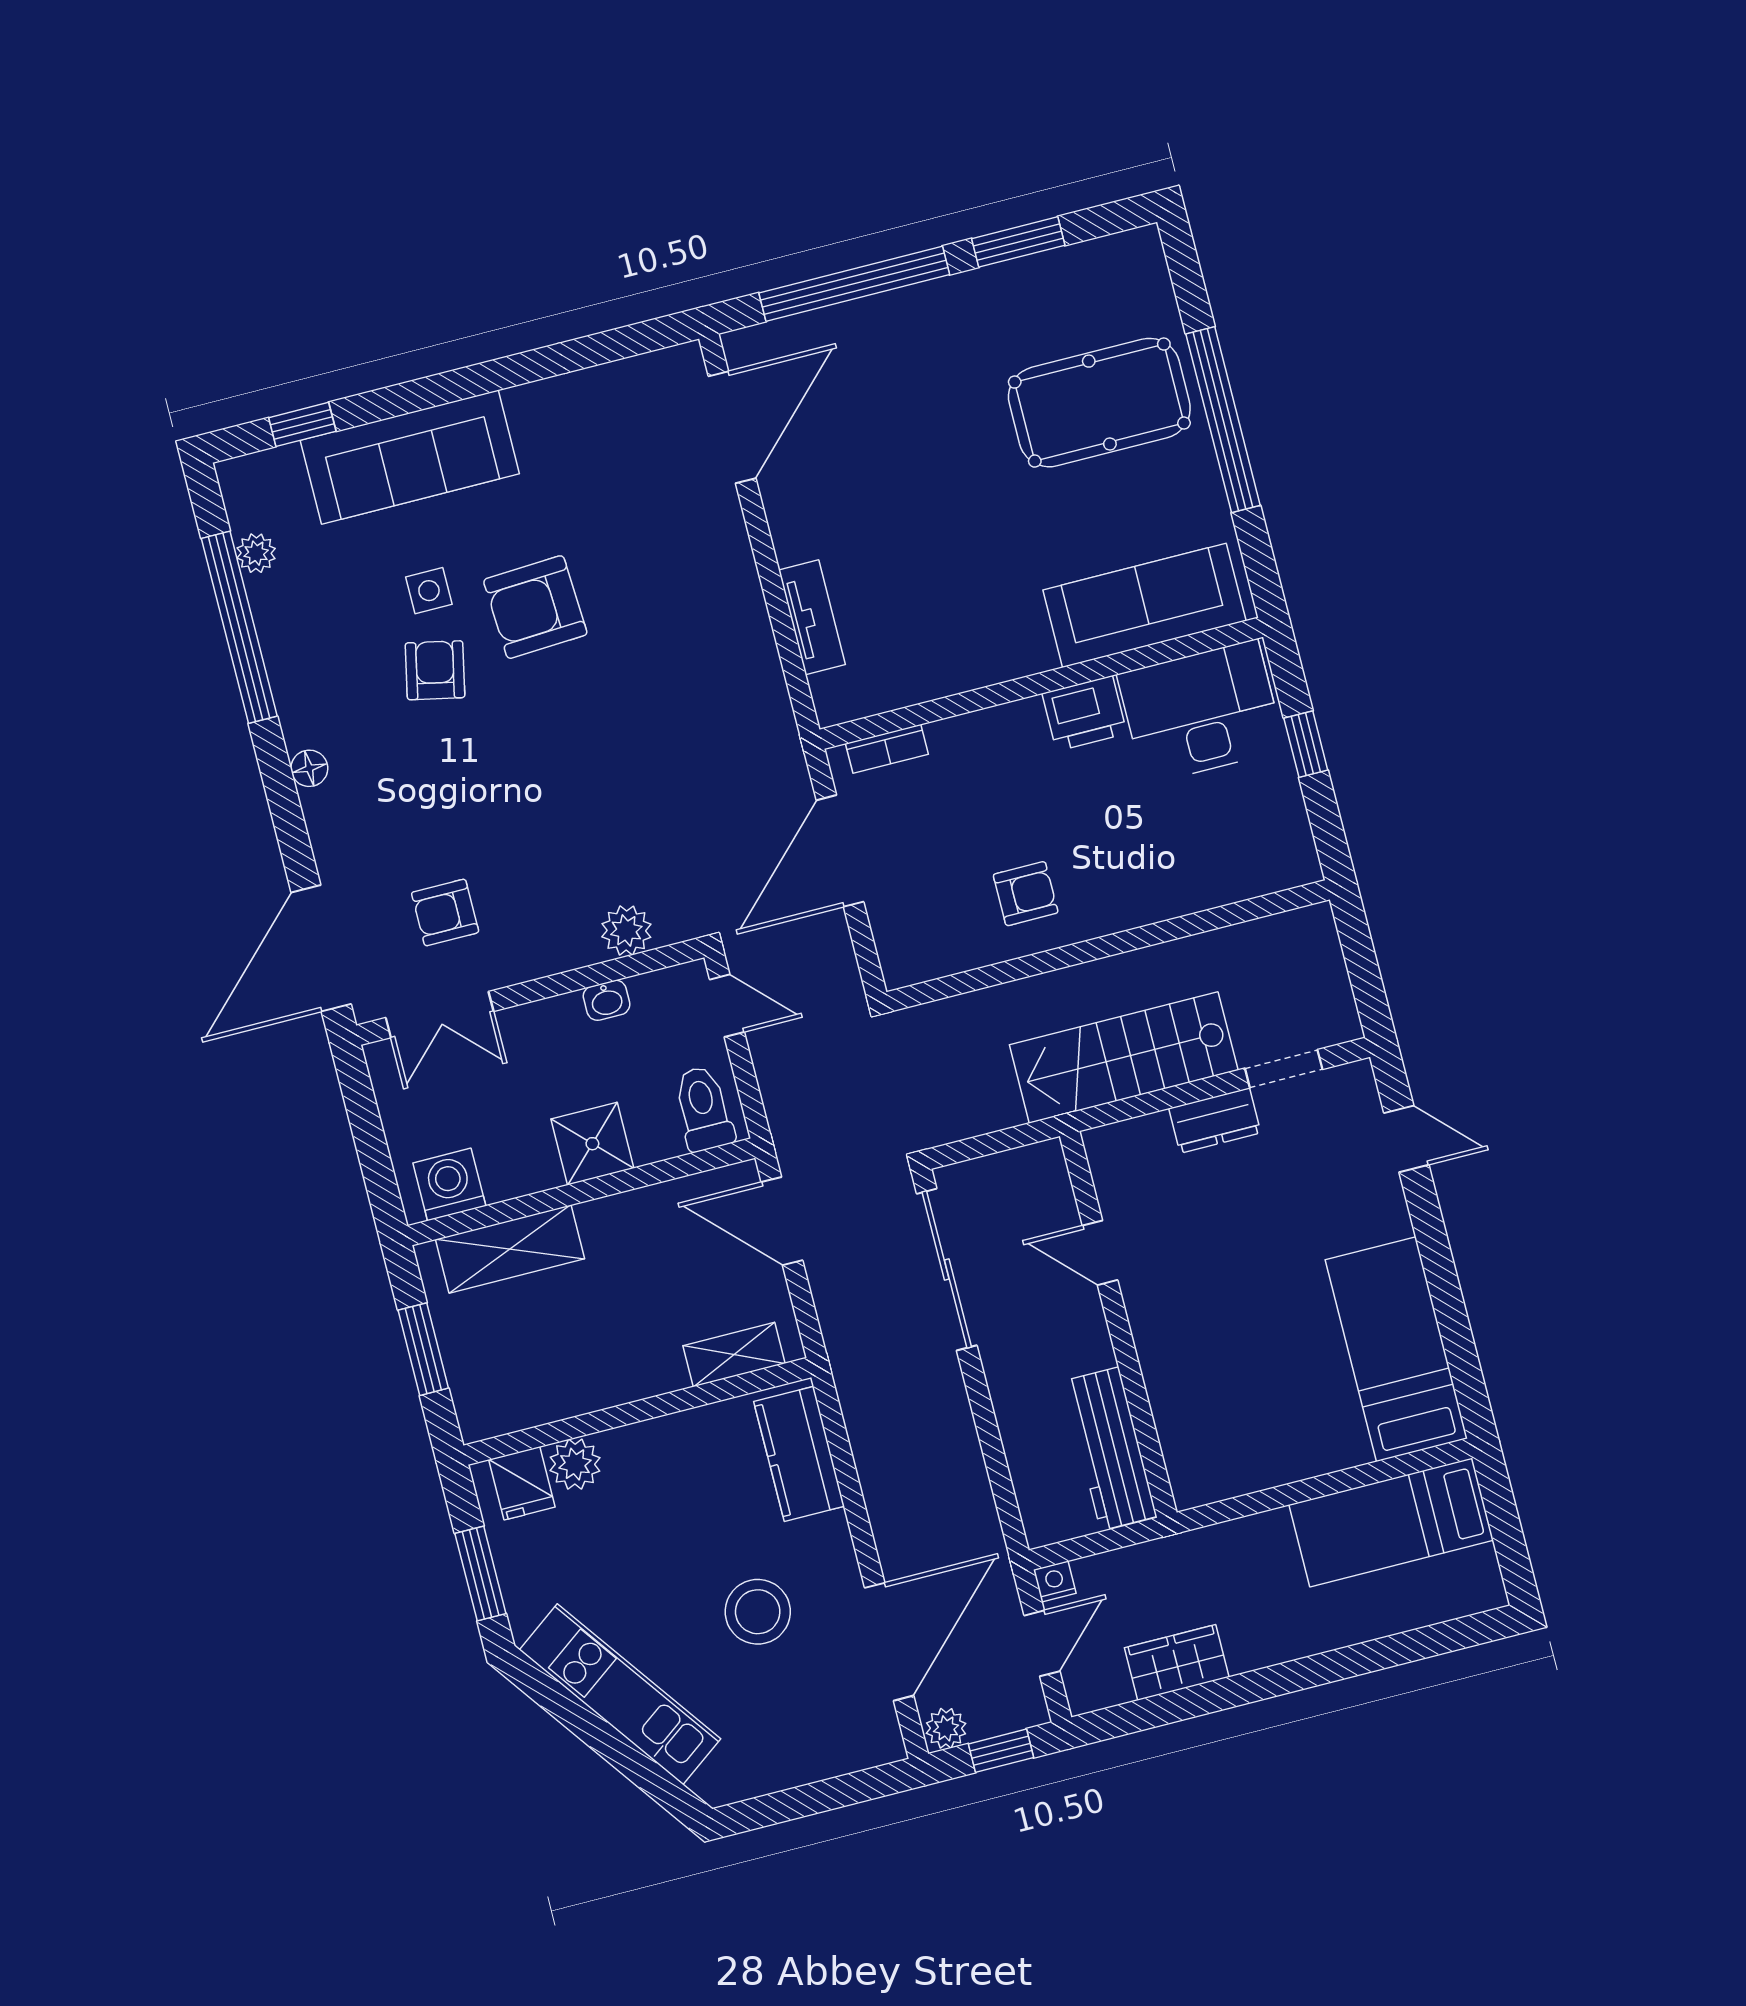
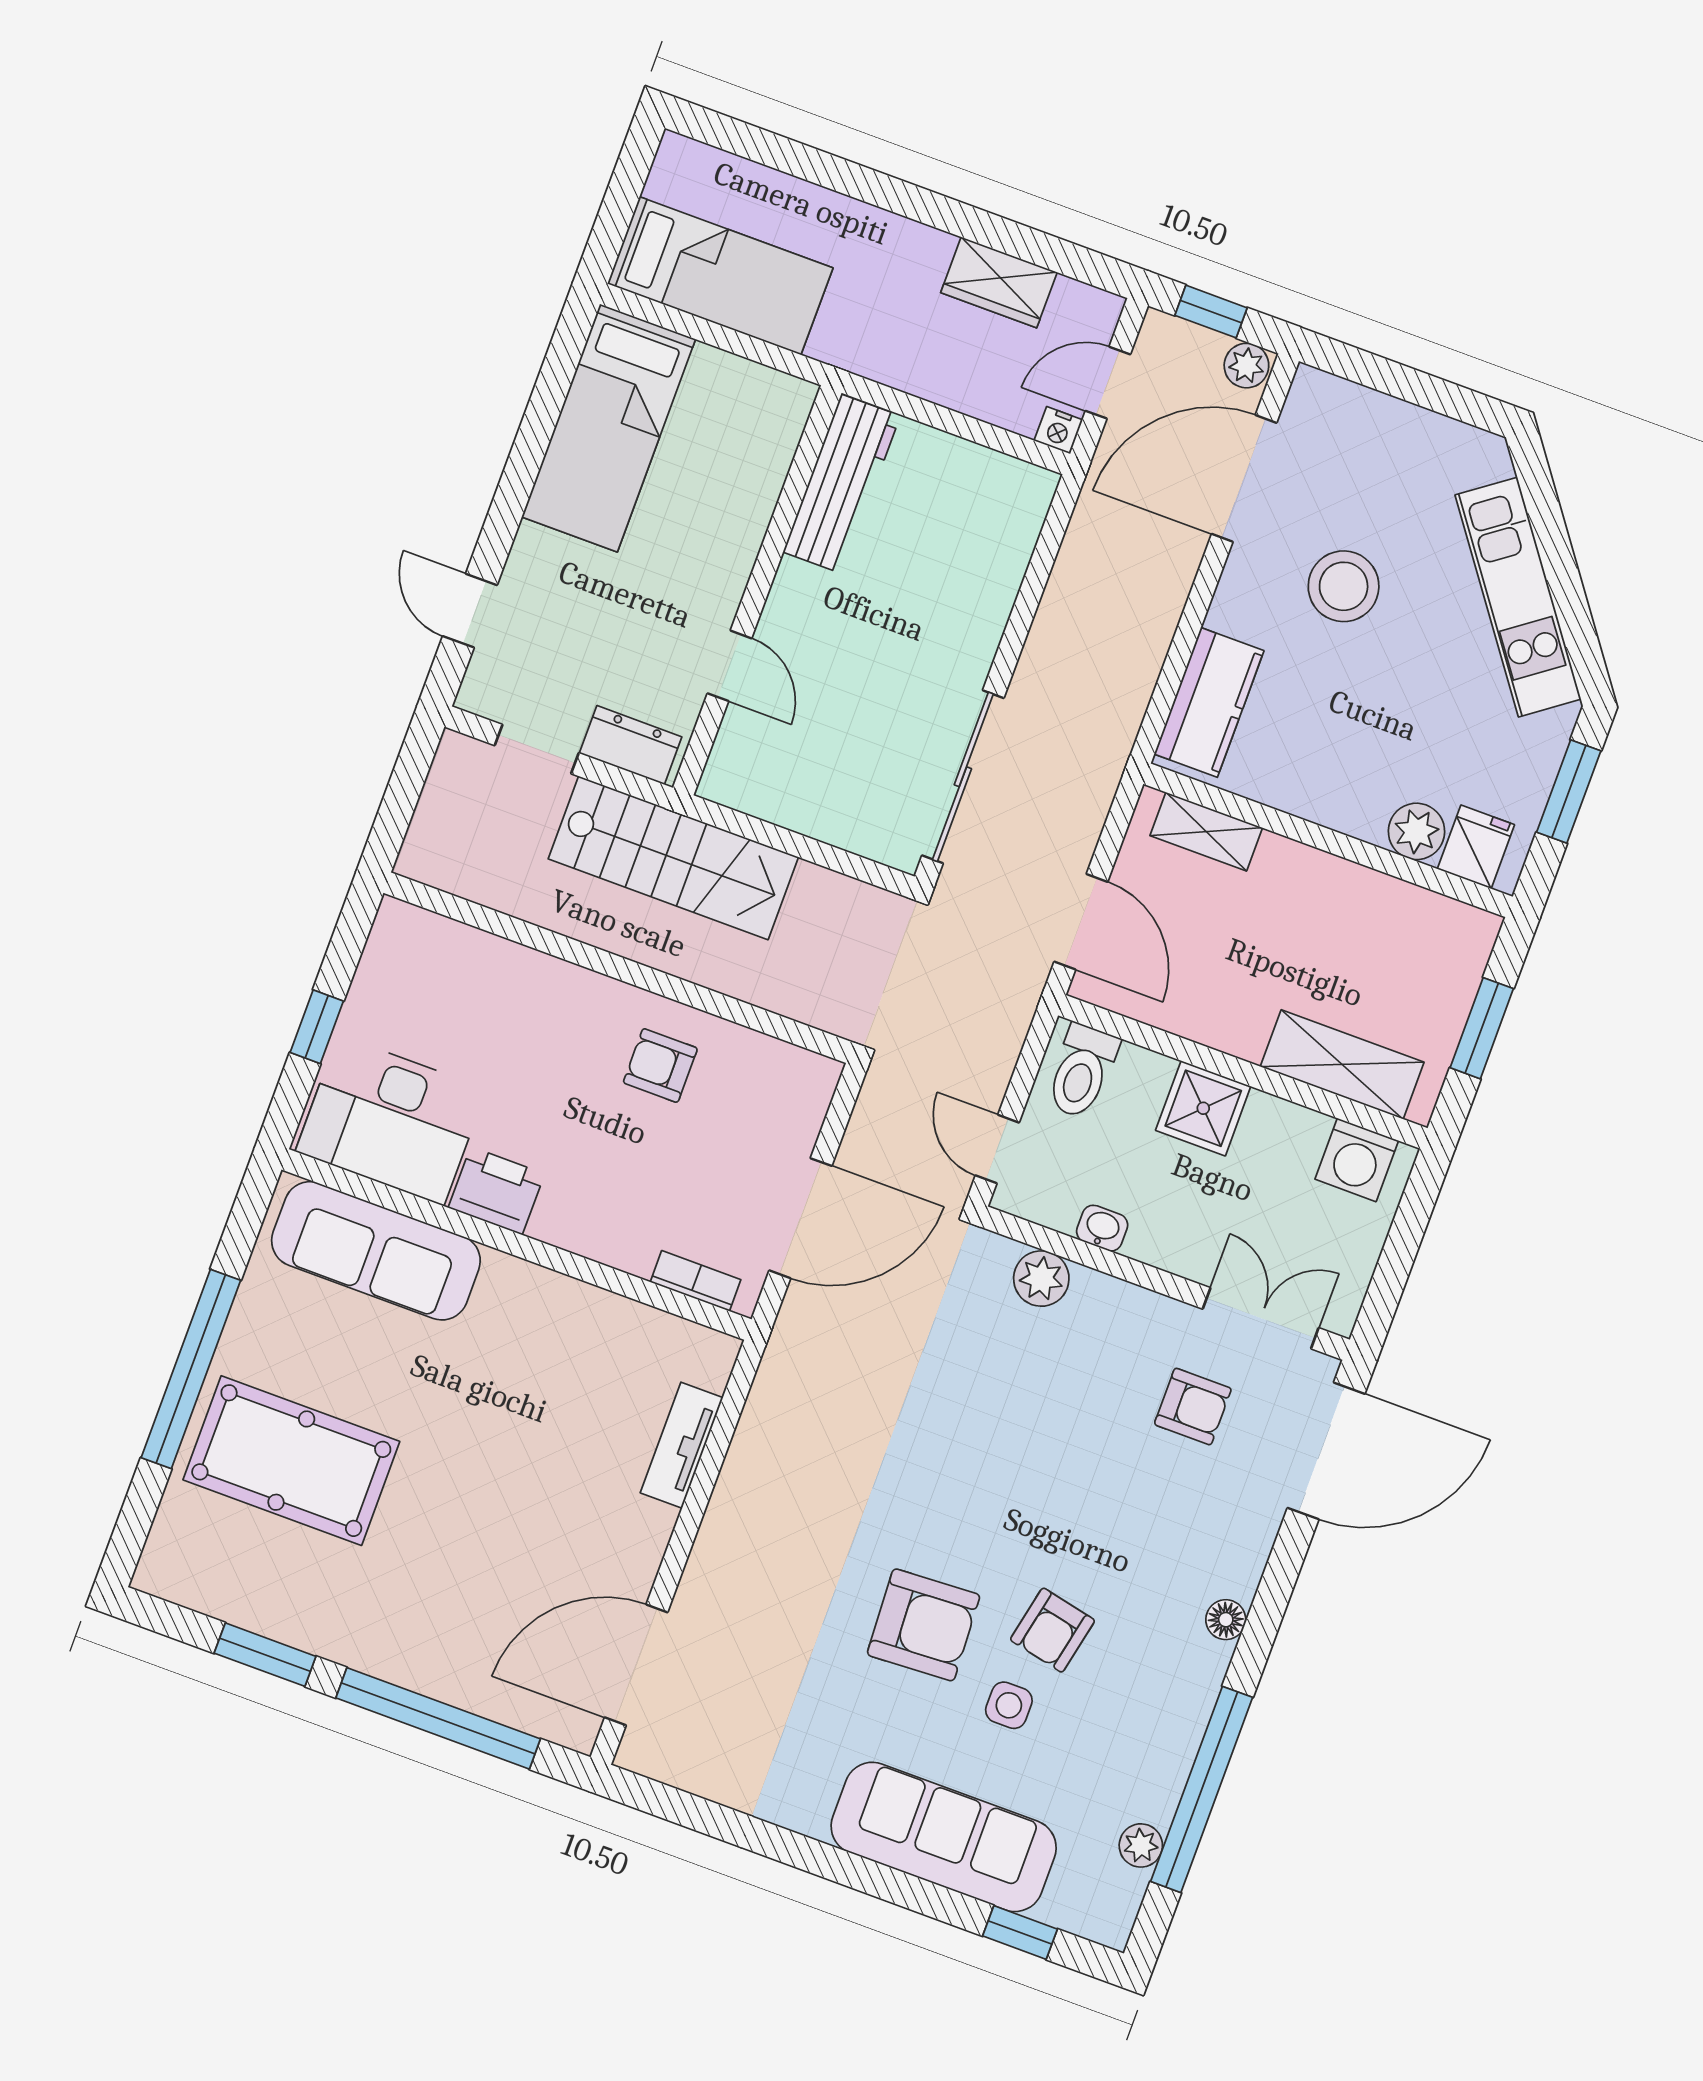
door: (1100, 1253) -> (729, 666), moved
wall: (1118, 1324) -> (757, 590), moved
workbench: (1110, 1449) -> (842, 484), moved

